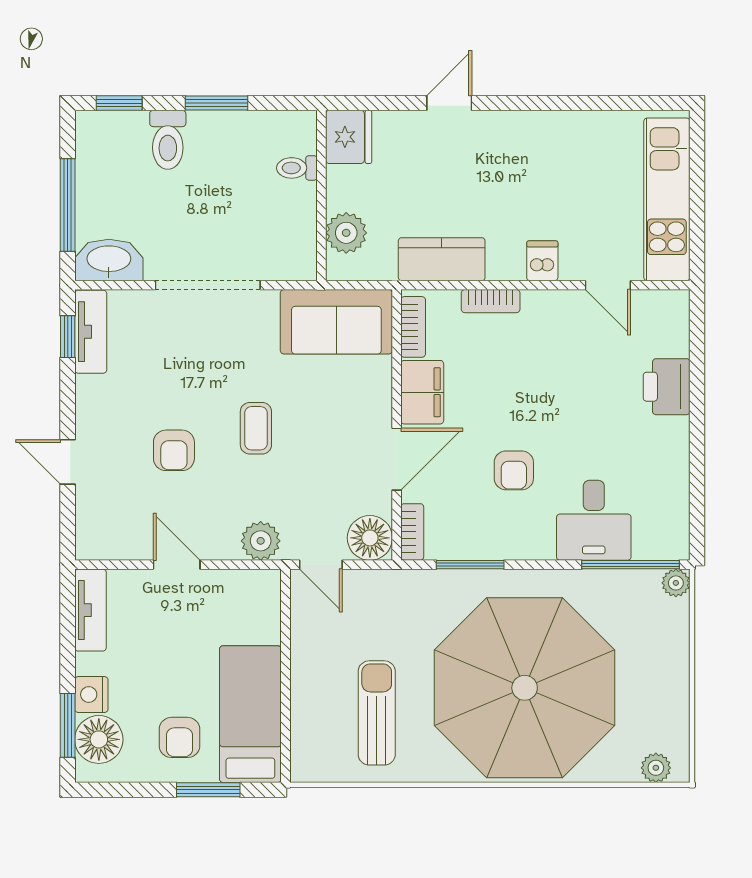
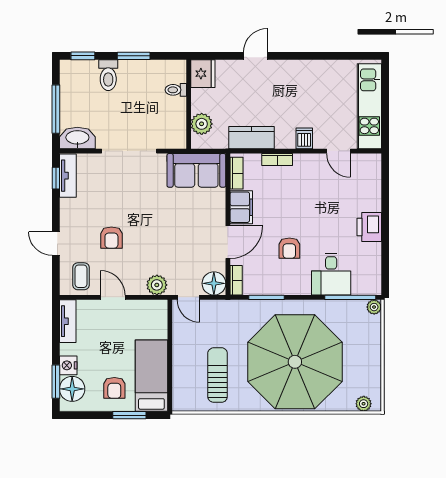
printer: (667, 387) -> (369, 227), moved
coffee table: (256, 428) -> (81, 276), moved

